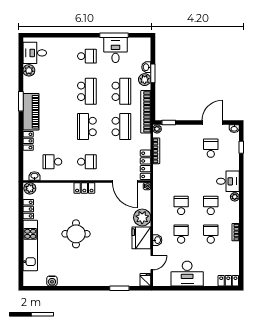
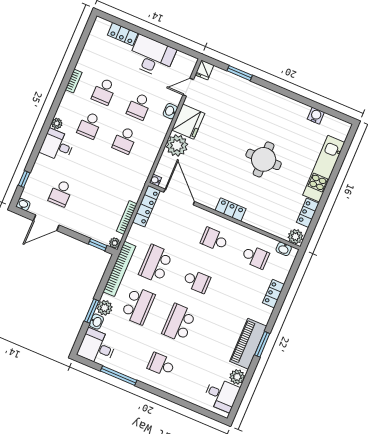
desk: (115, 50) -> (97, 347), moved, turned 90
school desk: (121, 91) -> (138, 306), turned 180
piano: (31, 112) -> (248, 344), moved
school desk: (87, 127) -> (197, 281), width x0.54
locker: (228, 281) -> (123, 34), moved

